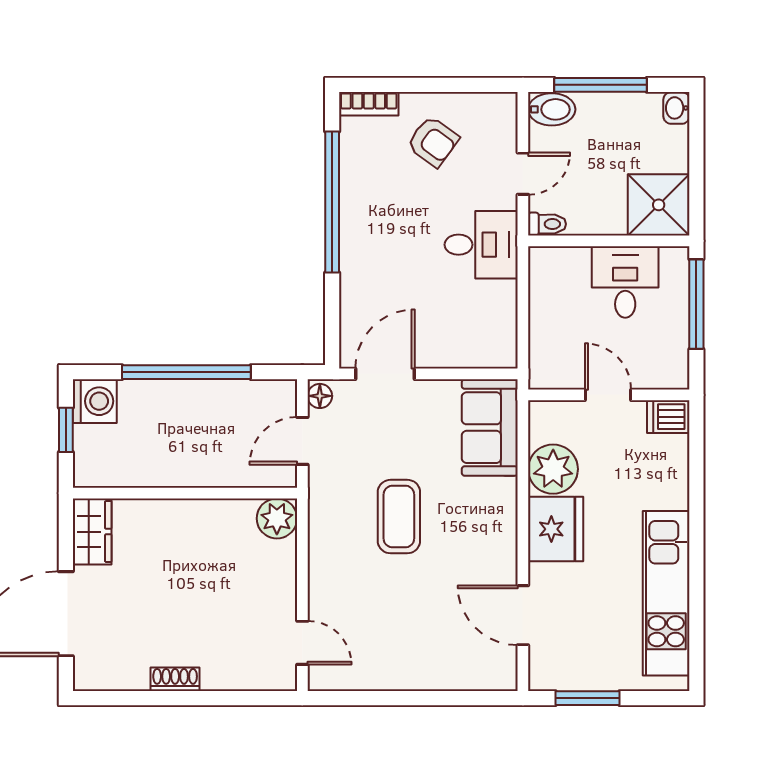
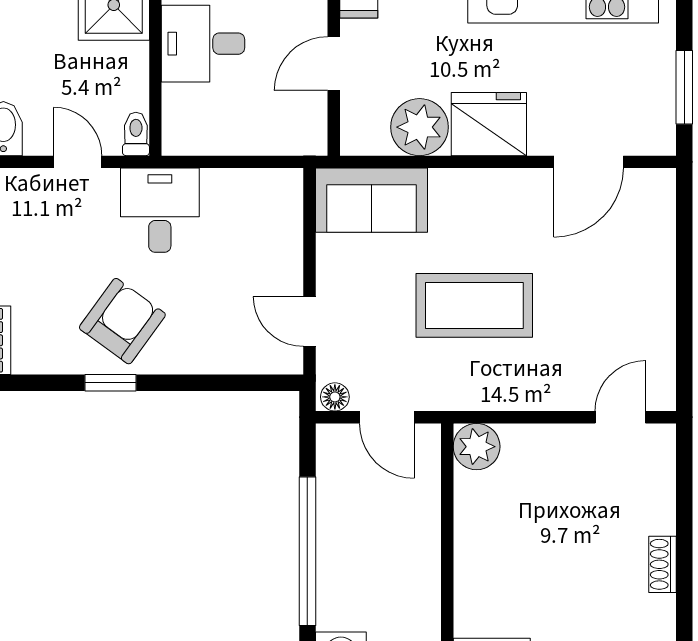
armchair: (433, 141) -> (122, 321), moved, width x1.38, depth x1.38
window: (332, 202) -> (110, 383), width x0.32
door: (385, 374) -> (309, 321), width x0.73
coffee table: (399, 517) -> (474, 305), width x1.36, depth x1.32

